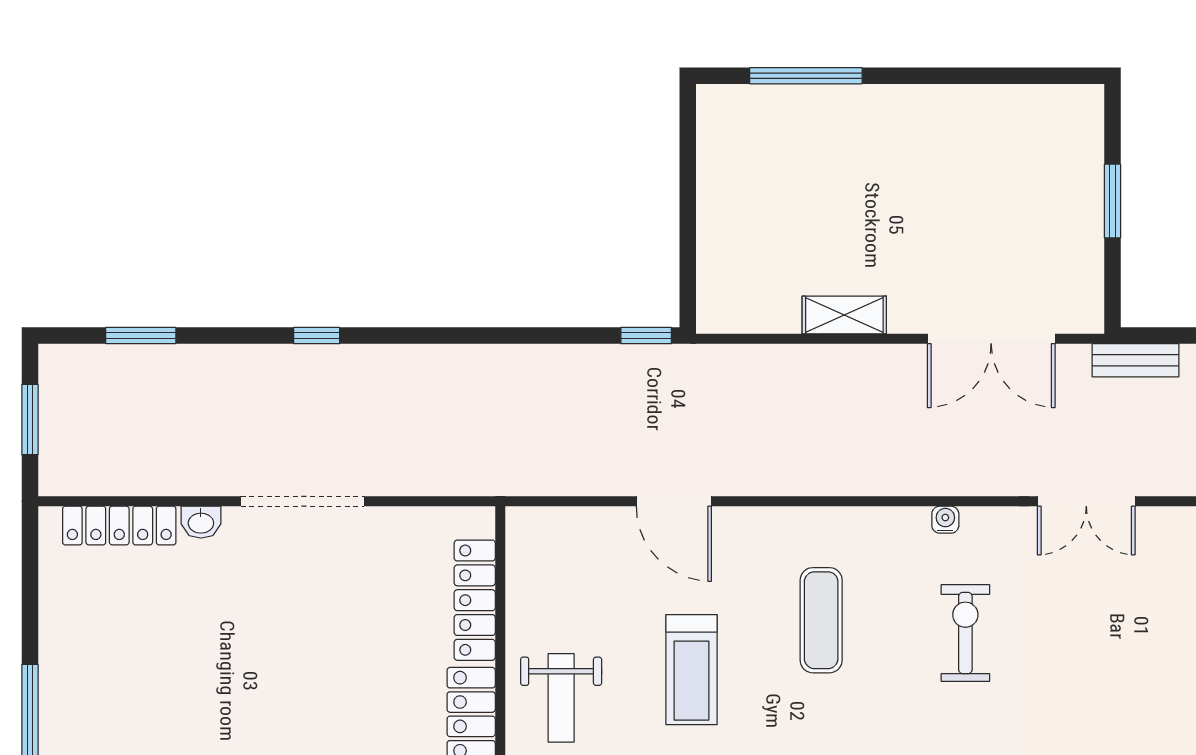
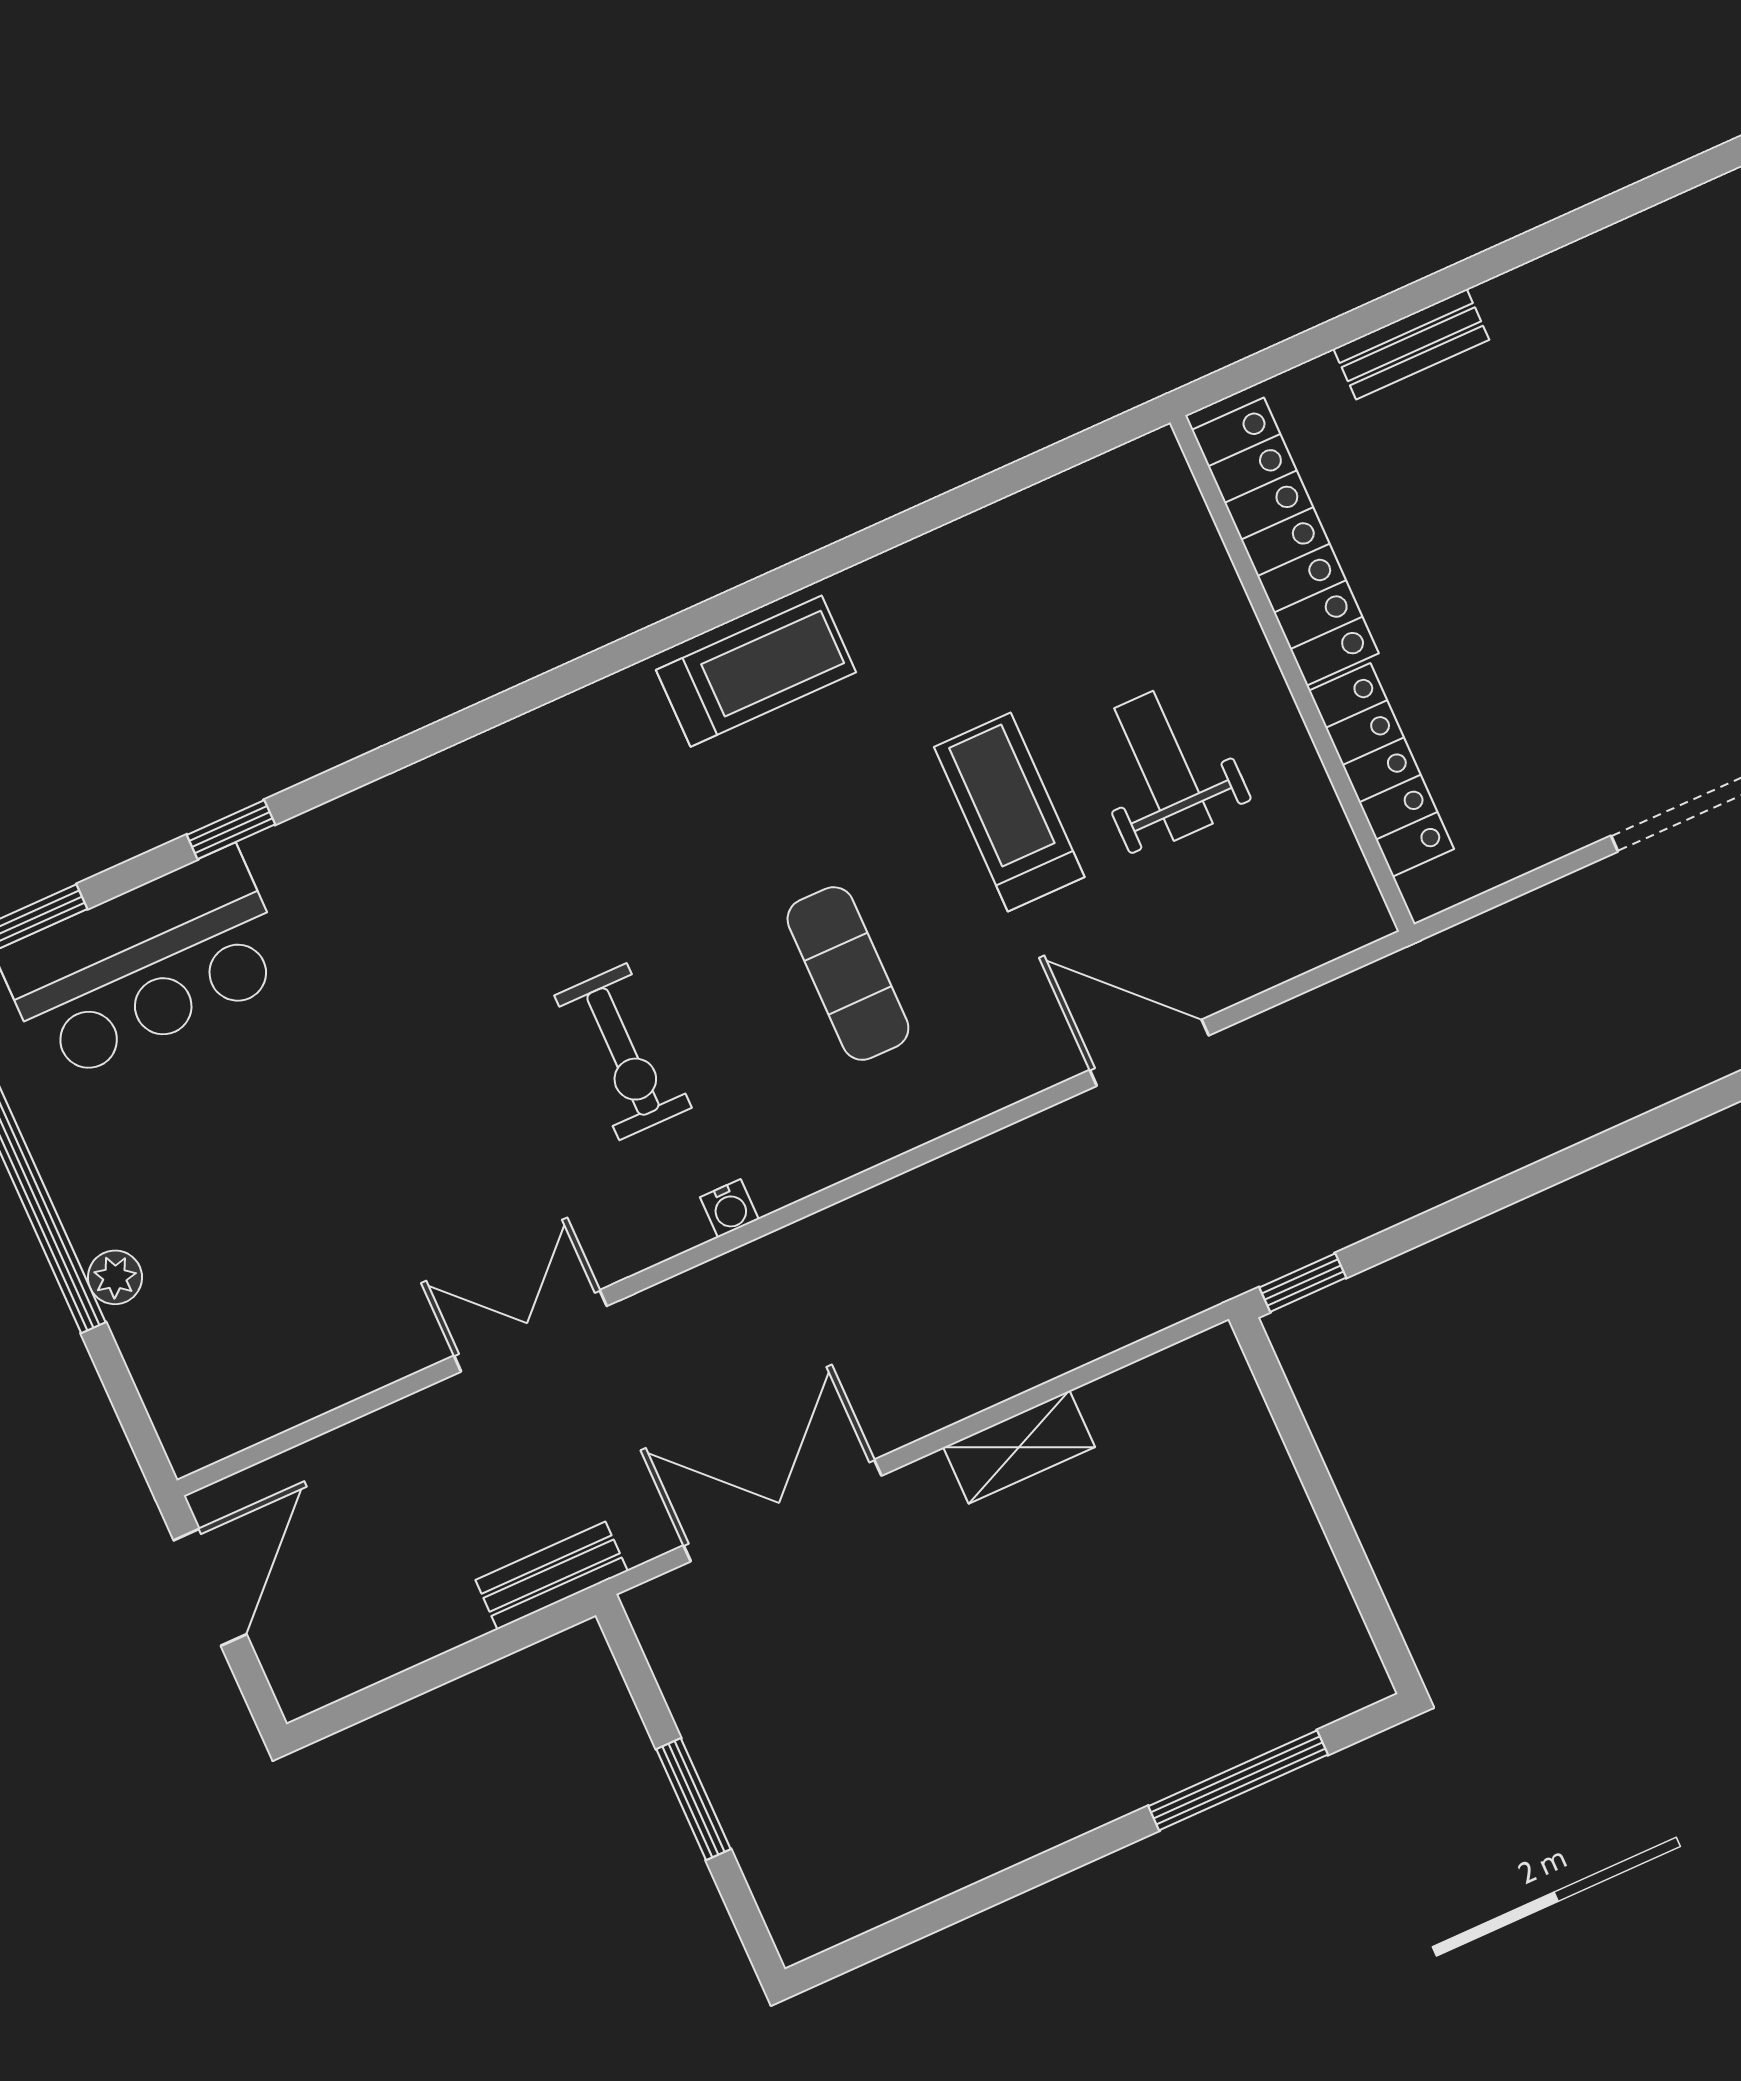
weight bench: (561, 698) -> (1163, 766), moved

